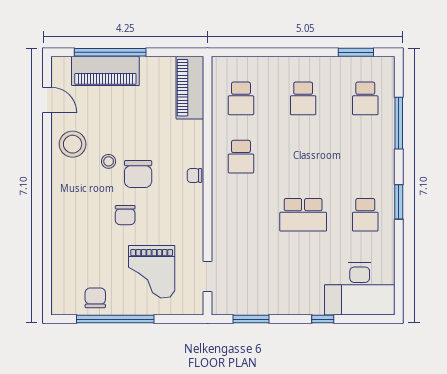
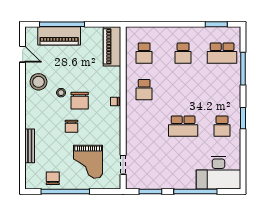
school desk: (365, 98) -> (222, 53), width x1.85
bench: (59, 246) -> (30, 146), added
window: (323, 319) -> (195, 192), width x3.17

